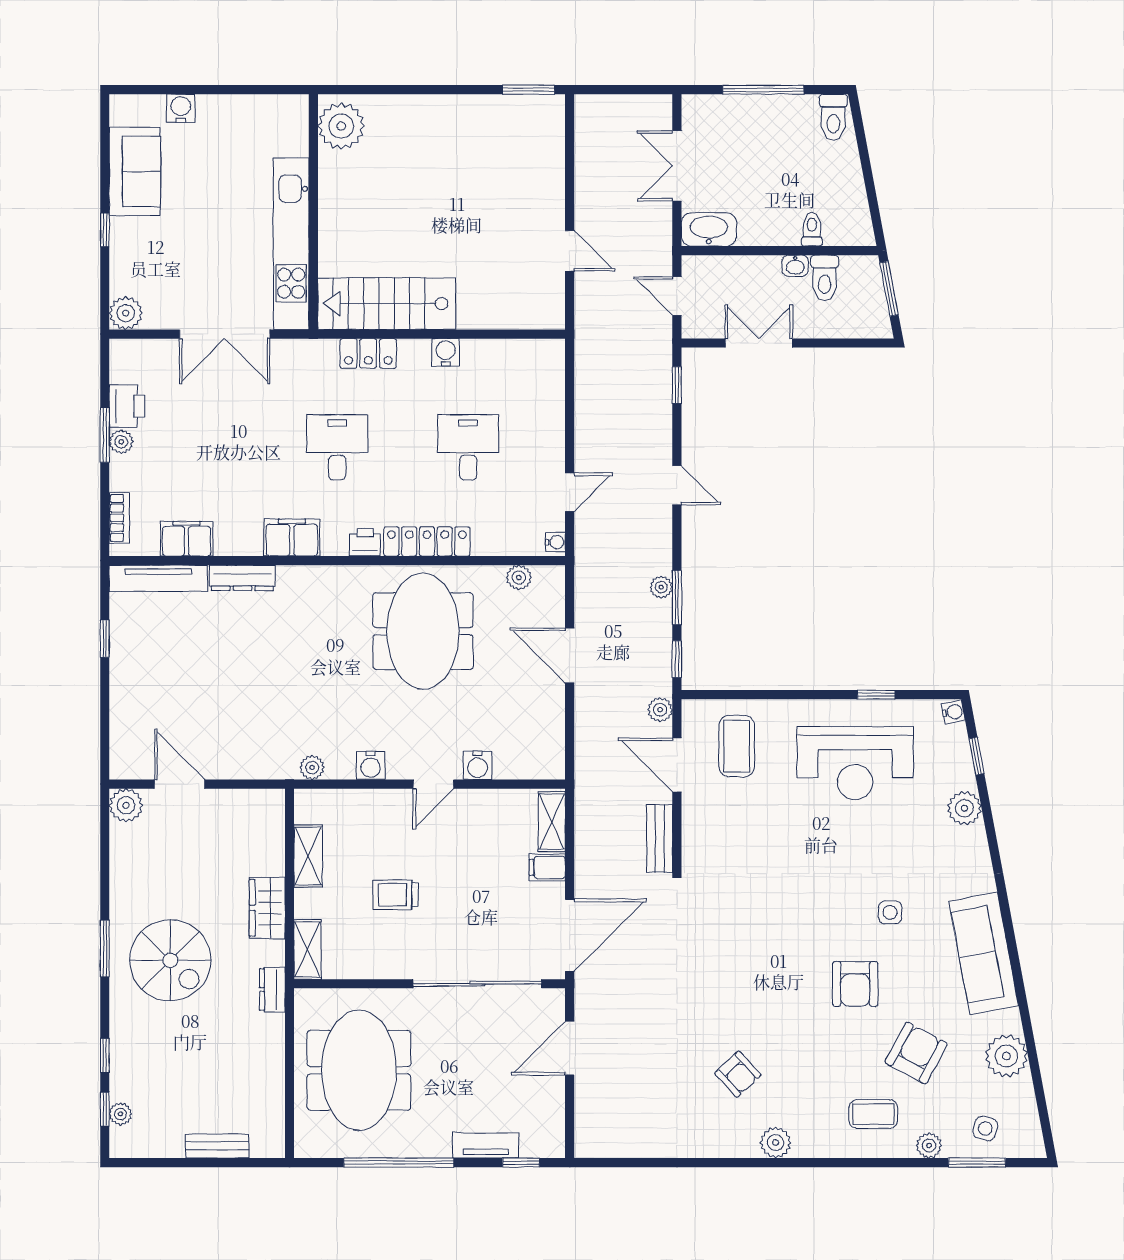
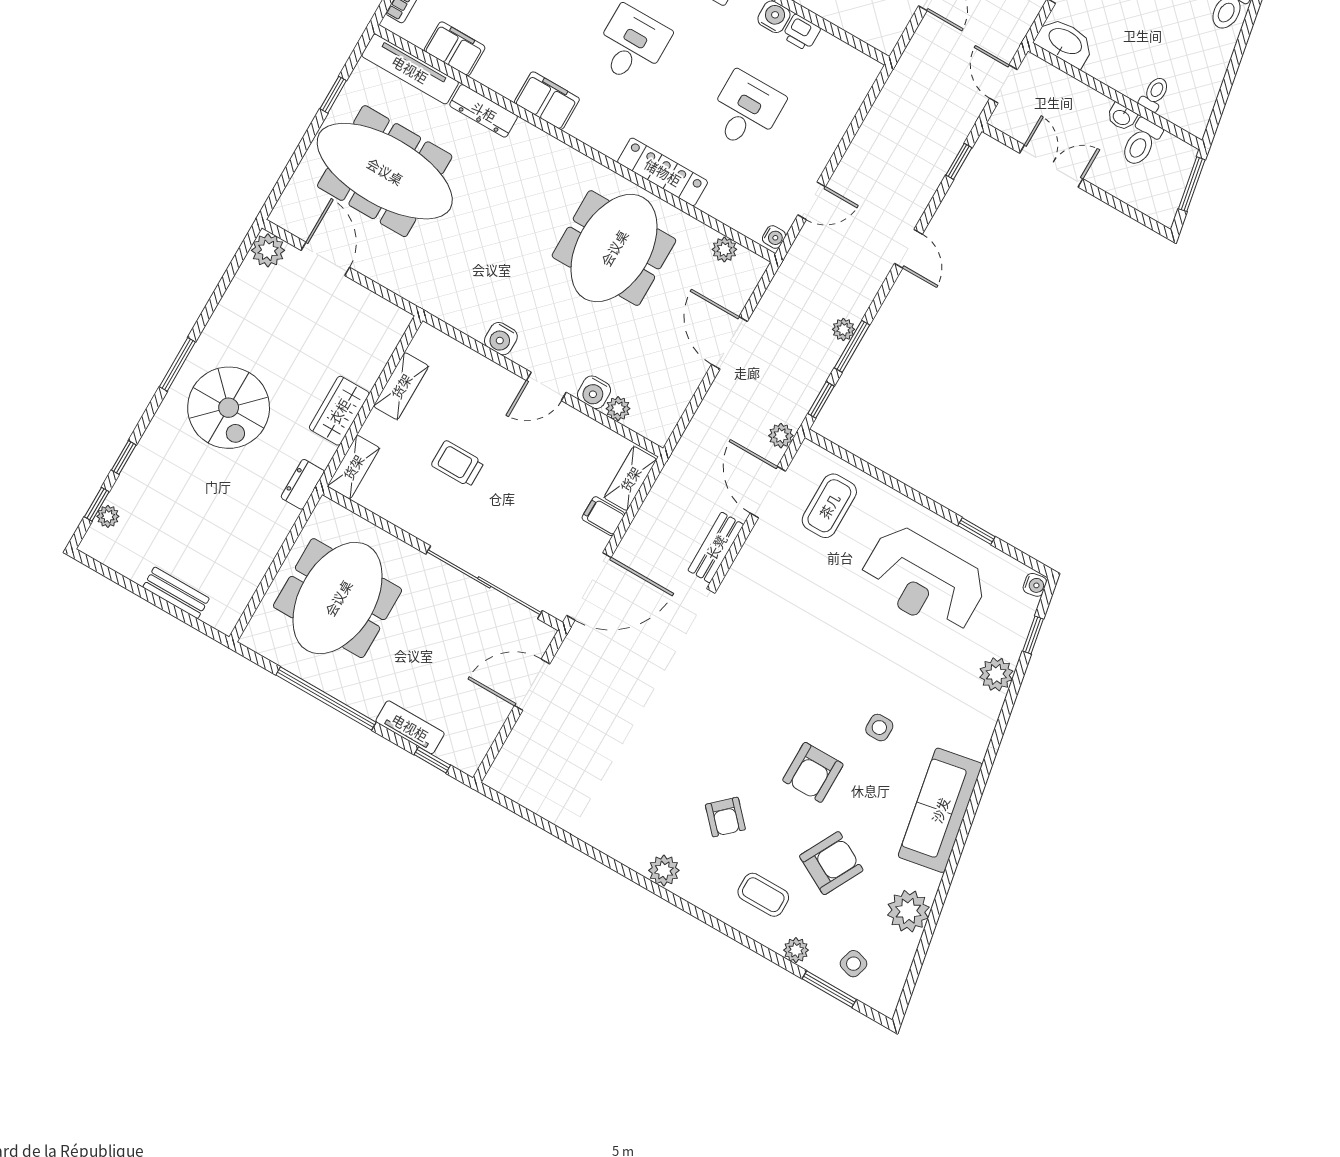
printer: (365, 542) -> (801, 33), moved, turned 180
meeting table: (187, 679) -> (385, 171), added
plant: (312, 767) -> (618, 409), moved
armchair: (738, 1074) -> (725, 817), moved

